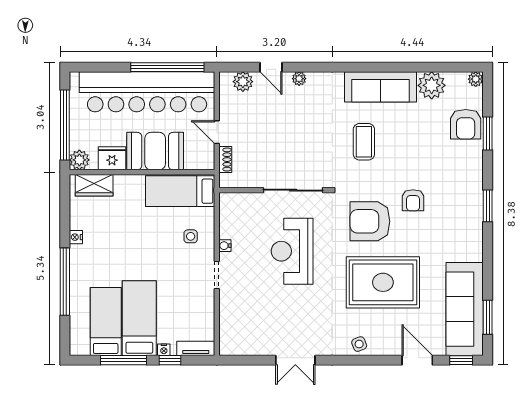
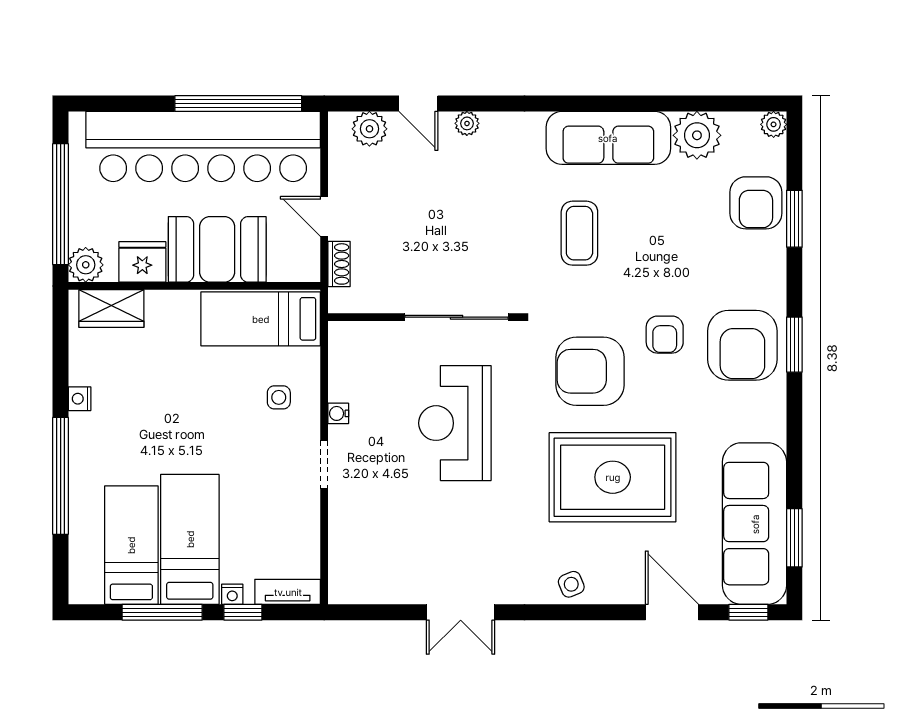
armchair: (458, 206) -> (742, 345), added

